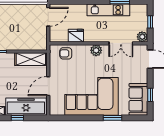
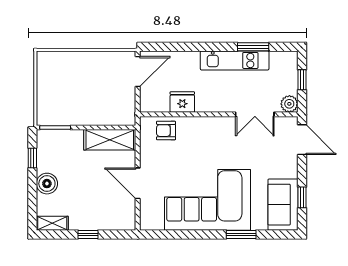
plant: (96, 50) -> (215, 126), removed
door: (48, 86) -> (138, 183), hinge flipped
freezer: (26, 107) -> (102, 216), removed

